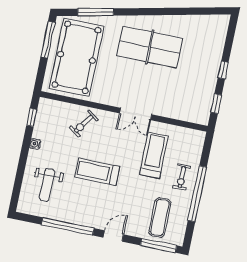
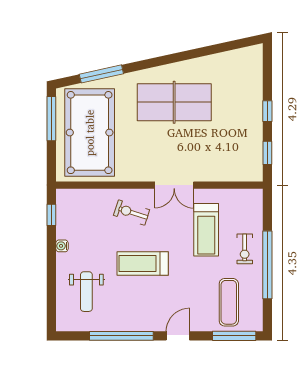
exercise bike: (84, 124) -> (132, 212), moved, turned 72
treadmill: (154, 155) -> (206, 230), turned 180

